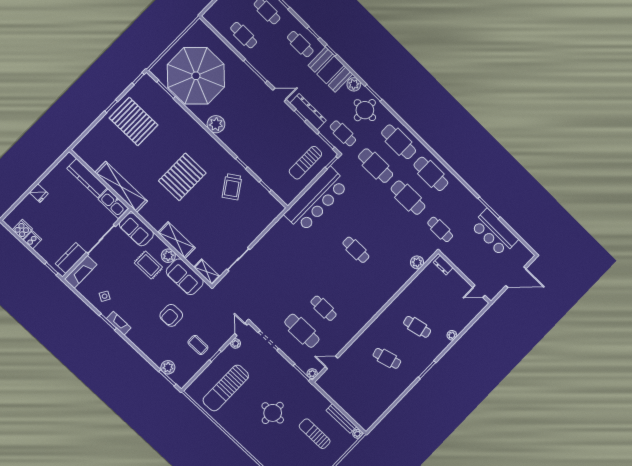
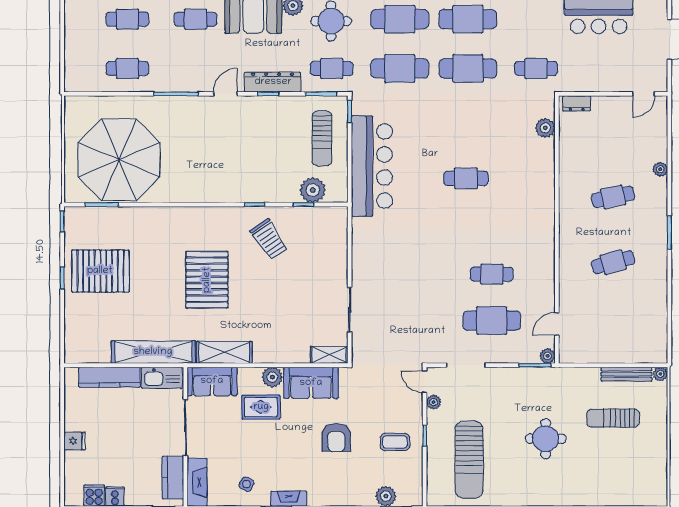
plant: (216, 124) -> (313, 190), moved
shelving: (176, 240) -> (224, 352), moved

